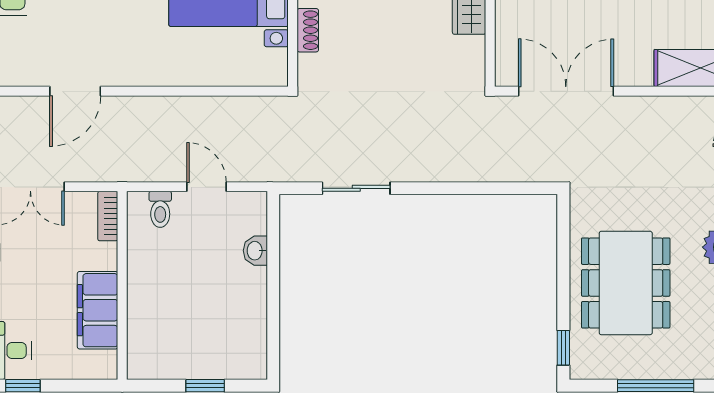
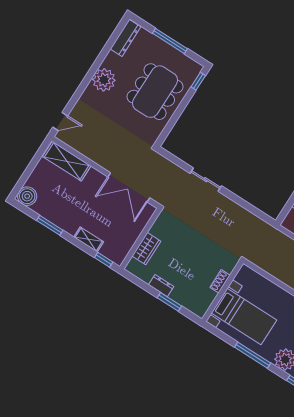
sliding door: (356, 188) -> (206, 180), moved

